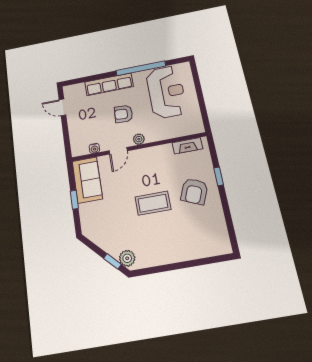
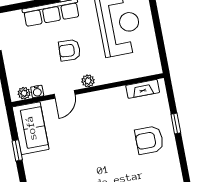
plant: (83, 150) -> (24, 93), added
armchair: (194, 191) -> (149, 140), turned 67
coffee table: (153, 203) -> (105, 153), removed

